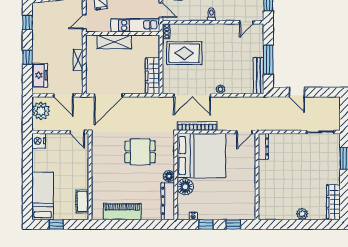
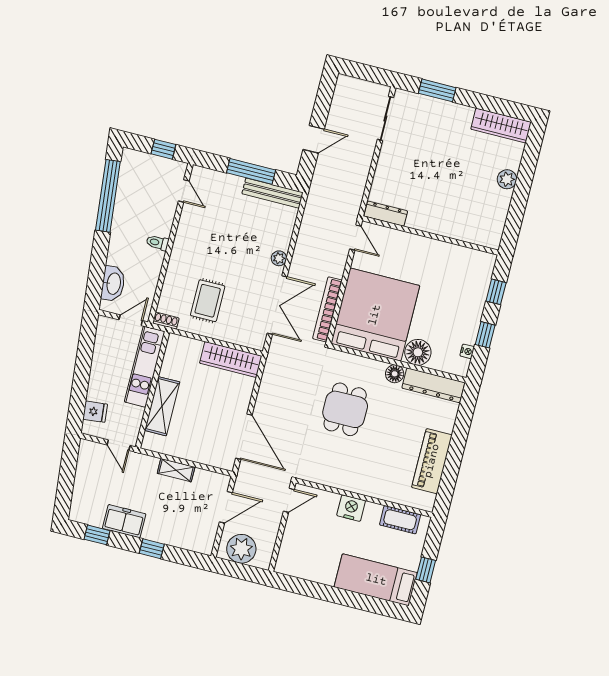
rug: (184, 53) -> (208, 301), width x0.73, depth x0.70
freezer: (40, 75) -> (124, 521), moved
nightstand: (39, 141) -> (351, 508), moved, turned 180

